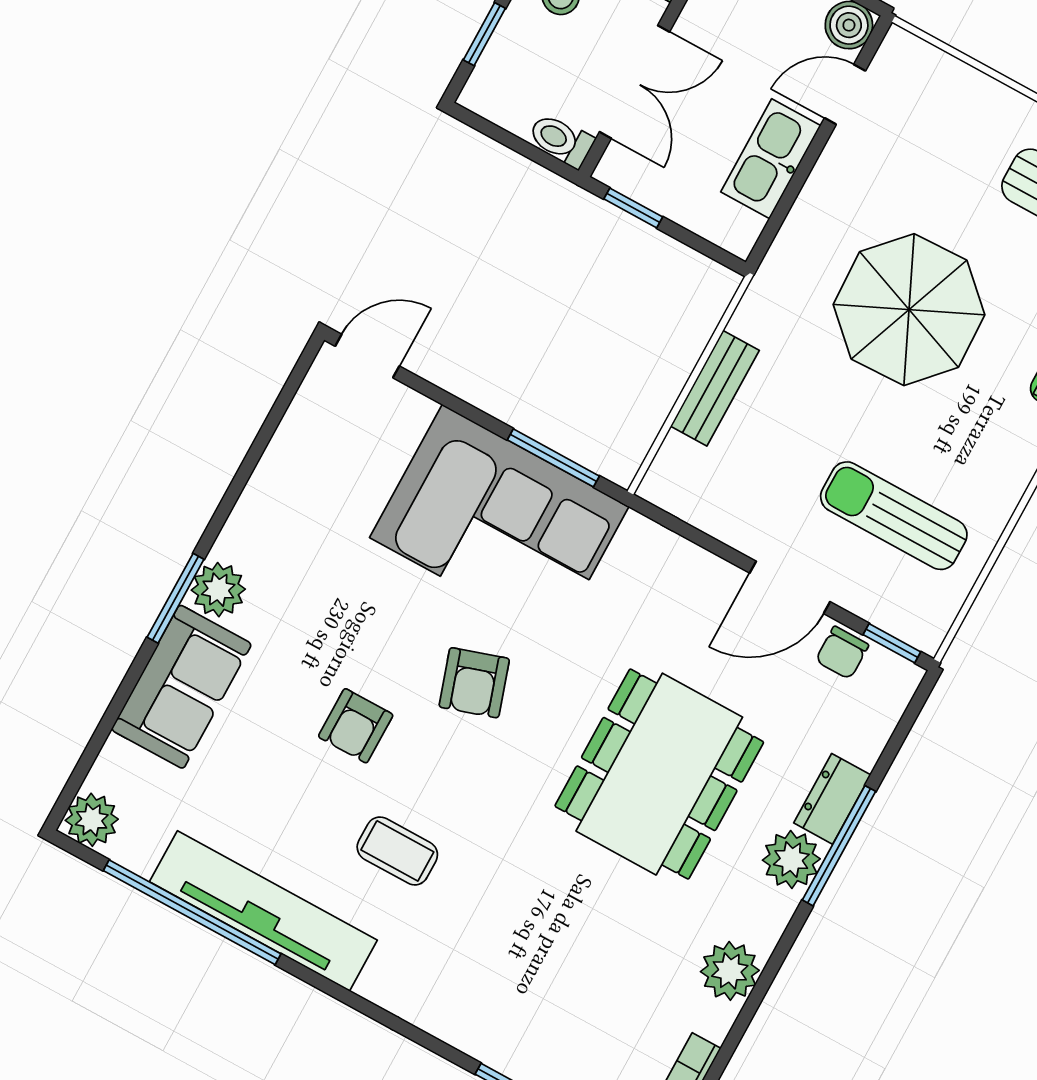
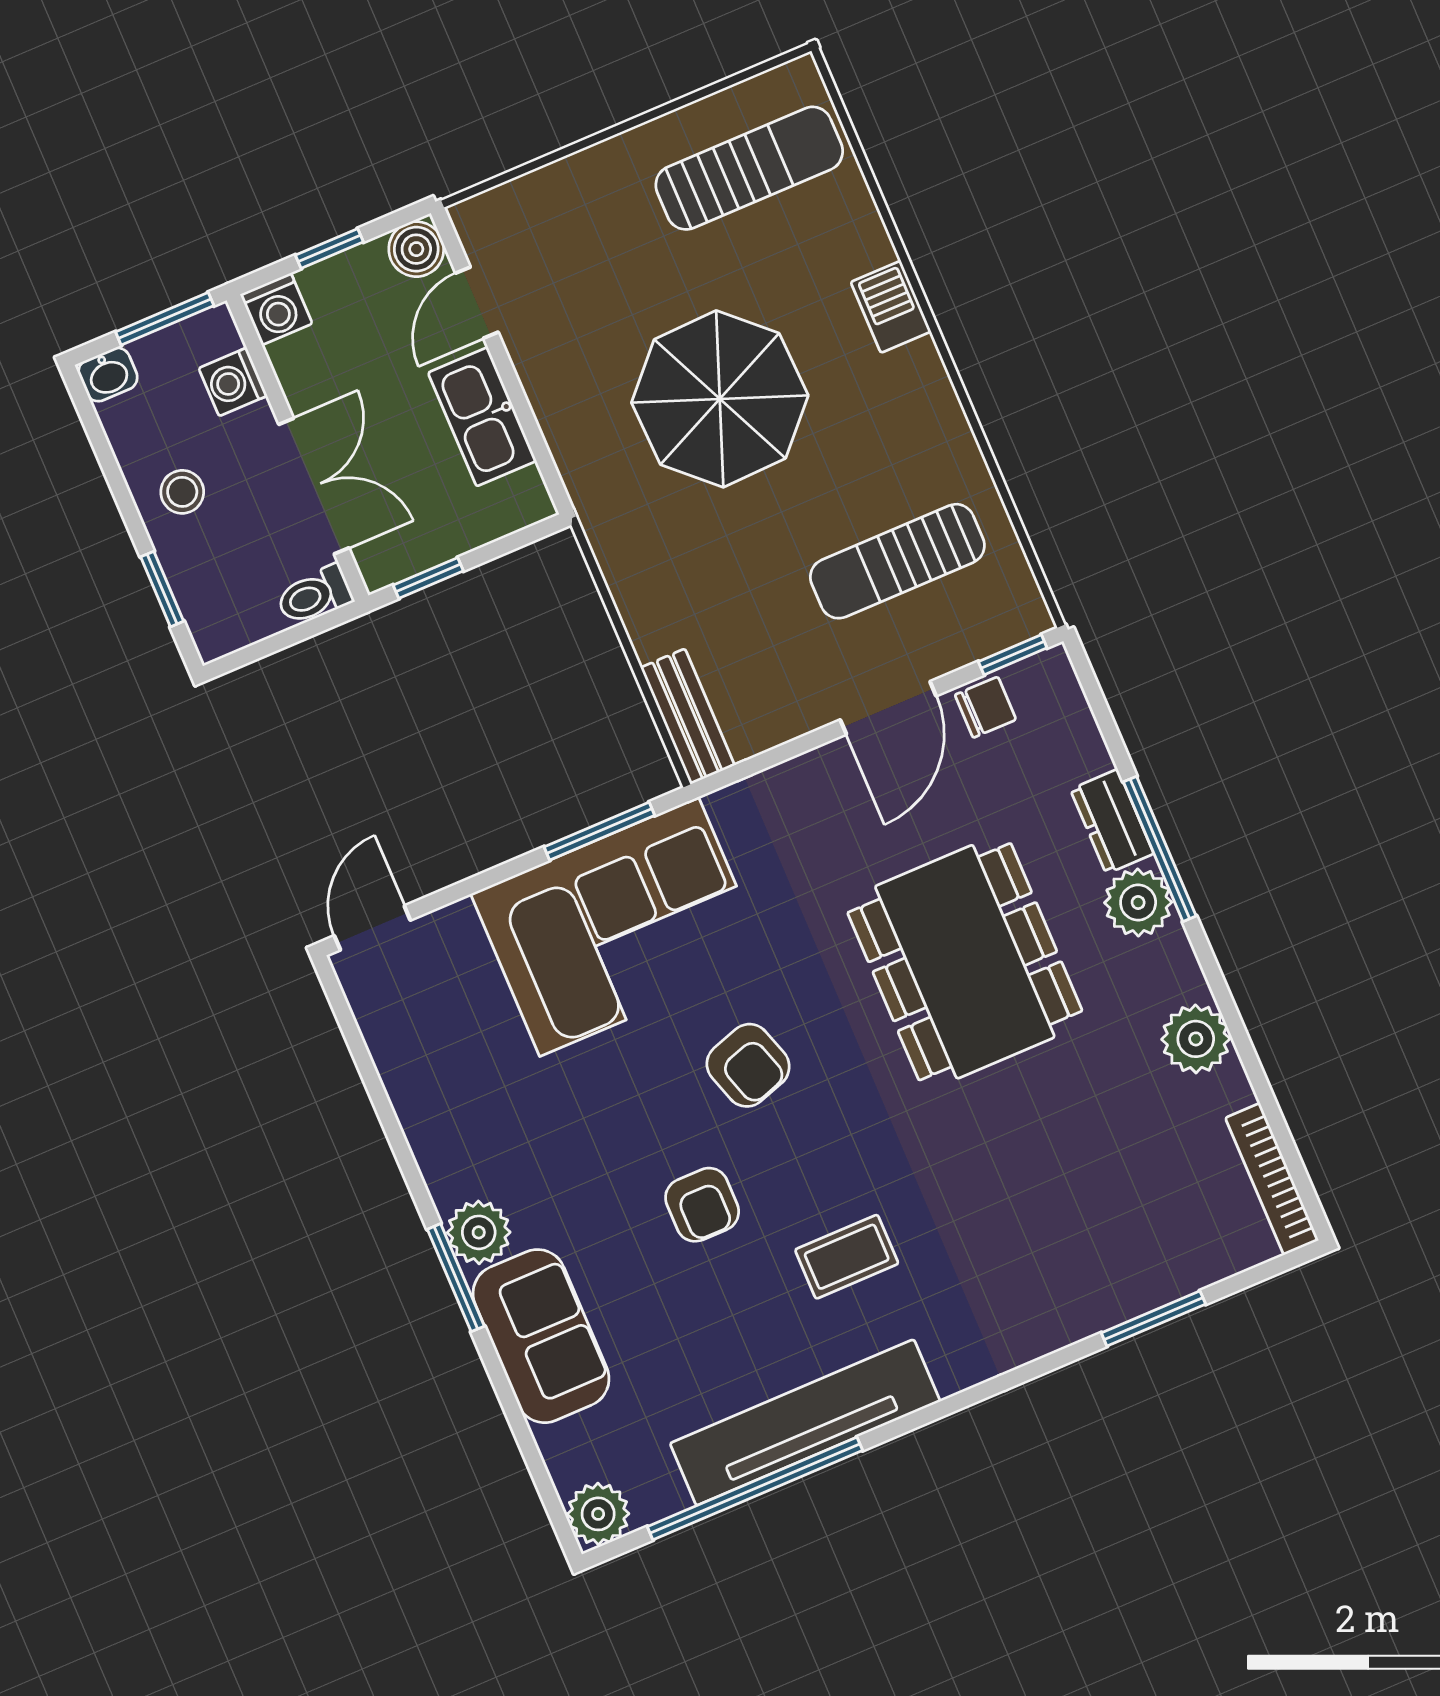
bench: (715, 388) -> (688, 716), moved
chair: (842, 653) -> (985, 707), turned -90

